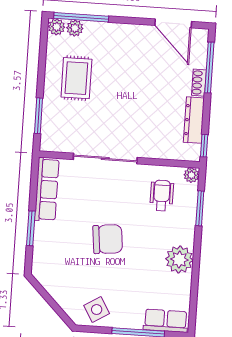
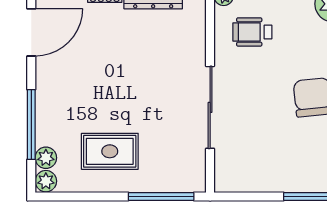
window: (81, 17) -> (31, 124), moved
window: (39, 116) -> (161, 197), width x1.44
row of seats: (47, 189) -> (255, 180), removed

